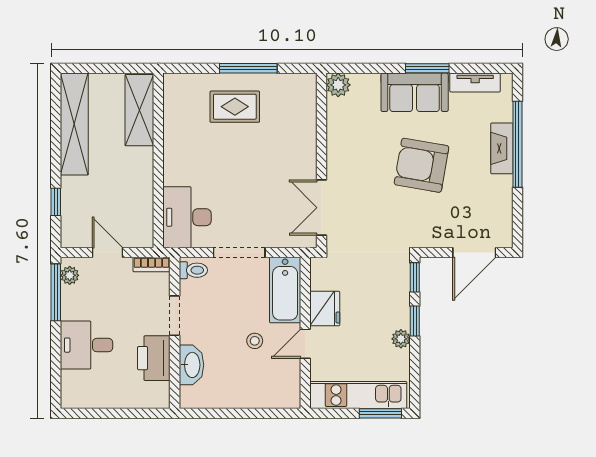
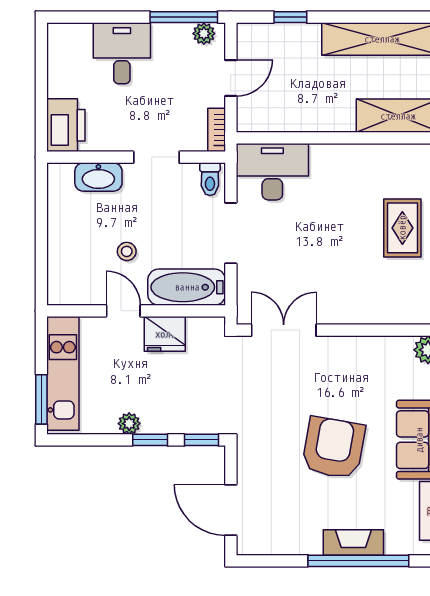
printer: (154, 358) -> (66, 125), moved, turned 90

